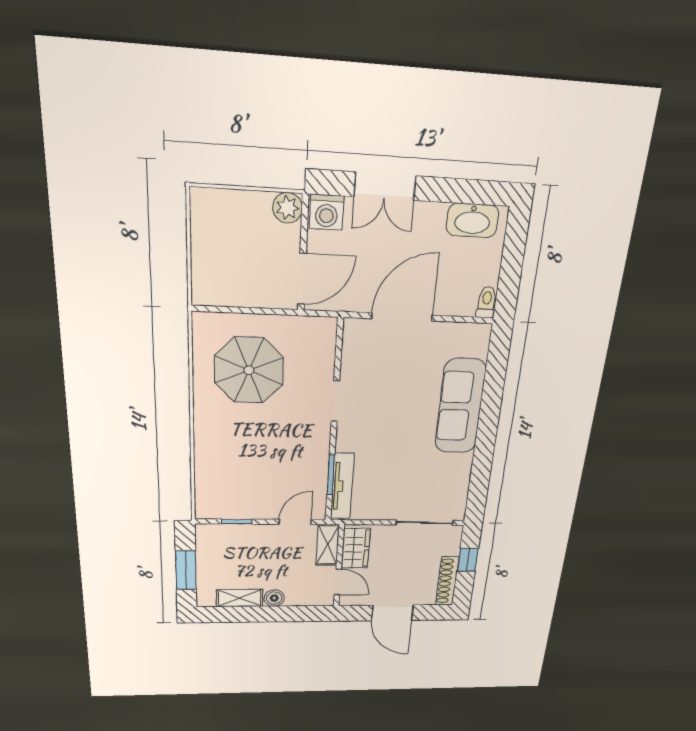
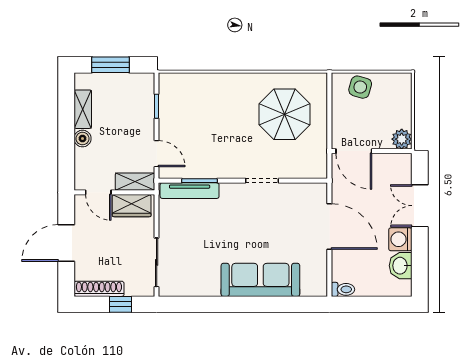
washing machine: (327, 212) -> (400, 239), moved
washbasin: (472, 220) -> (401, 266), width x0.72
side table: (211, 265) -> (360, 87), added
door: (338, 582) -> (98, 192), hinge flipped

